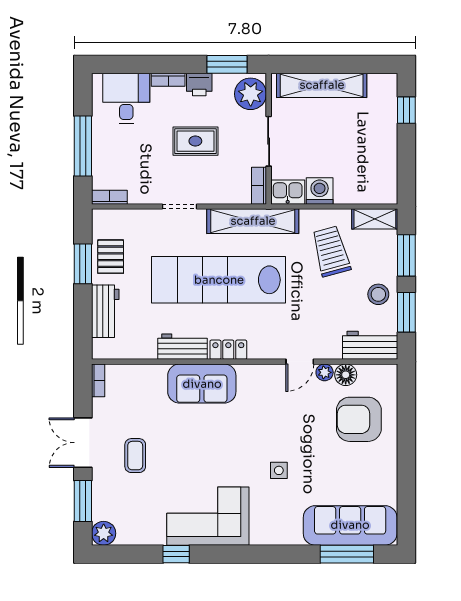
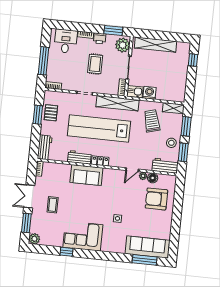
rug: (195, 141) -> (95, 64), turned 90
workbench: (105, 311) -> (45, 147), moved

